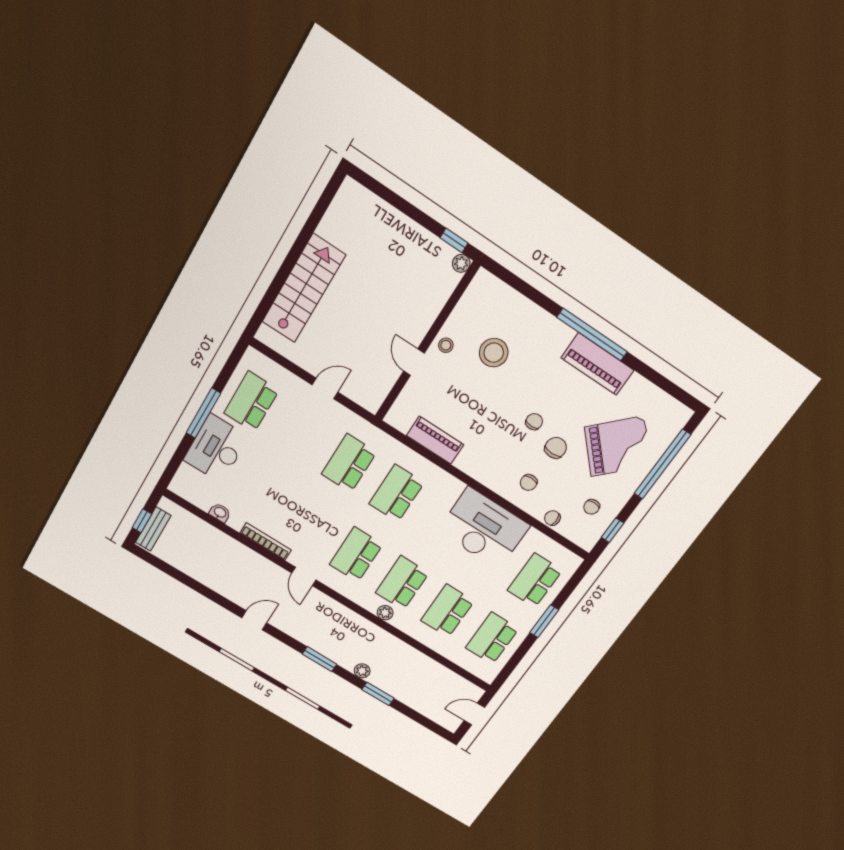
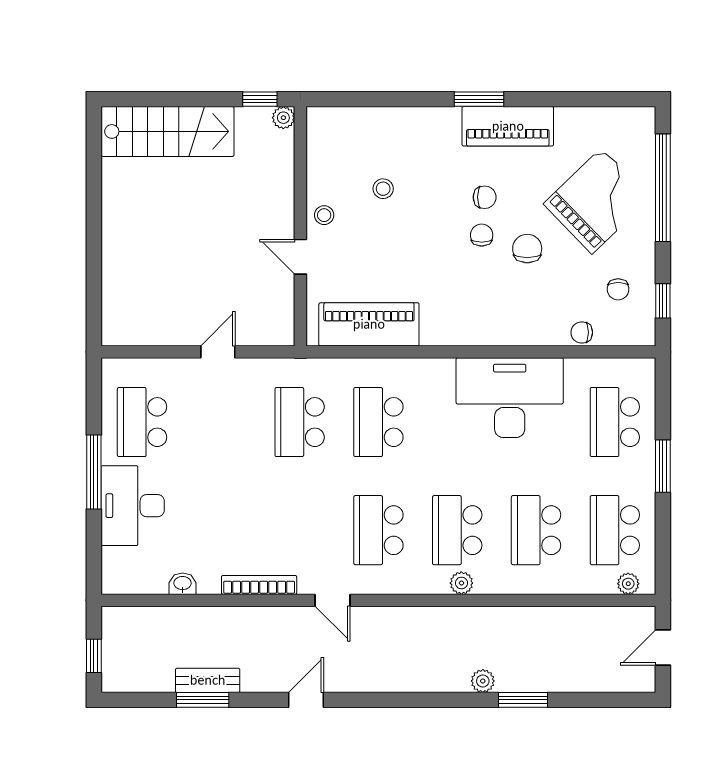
stairs: (304, 289) -> (168, 131), moved, turned 90
window: (592, 335) -> (479, 99), width x0.47
stool: (494, 353) -> (383, 189), width x0.53, depth x0.53
piano: (435, 440) -> (369, 324), width x1.37, depth x1.33
chair: (529, 483) -> (485, 197), moved, turned -90
bench: (153, 529) -> (208, 680), moved, turned 90
window: (320, 659) -> (203, 700), moved
plant: (479, 670) -> (628, 584), added

